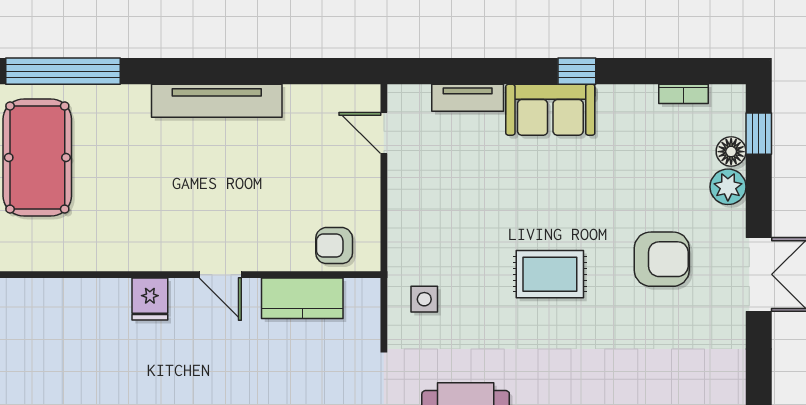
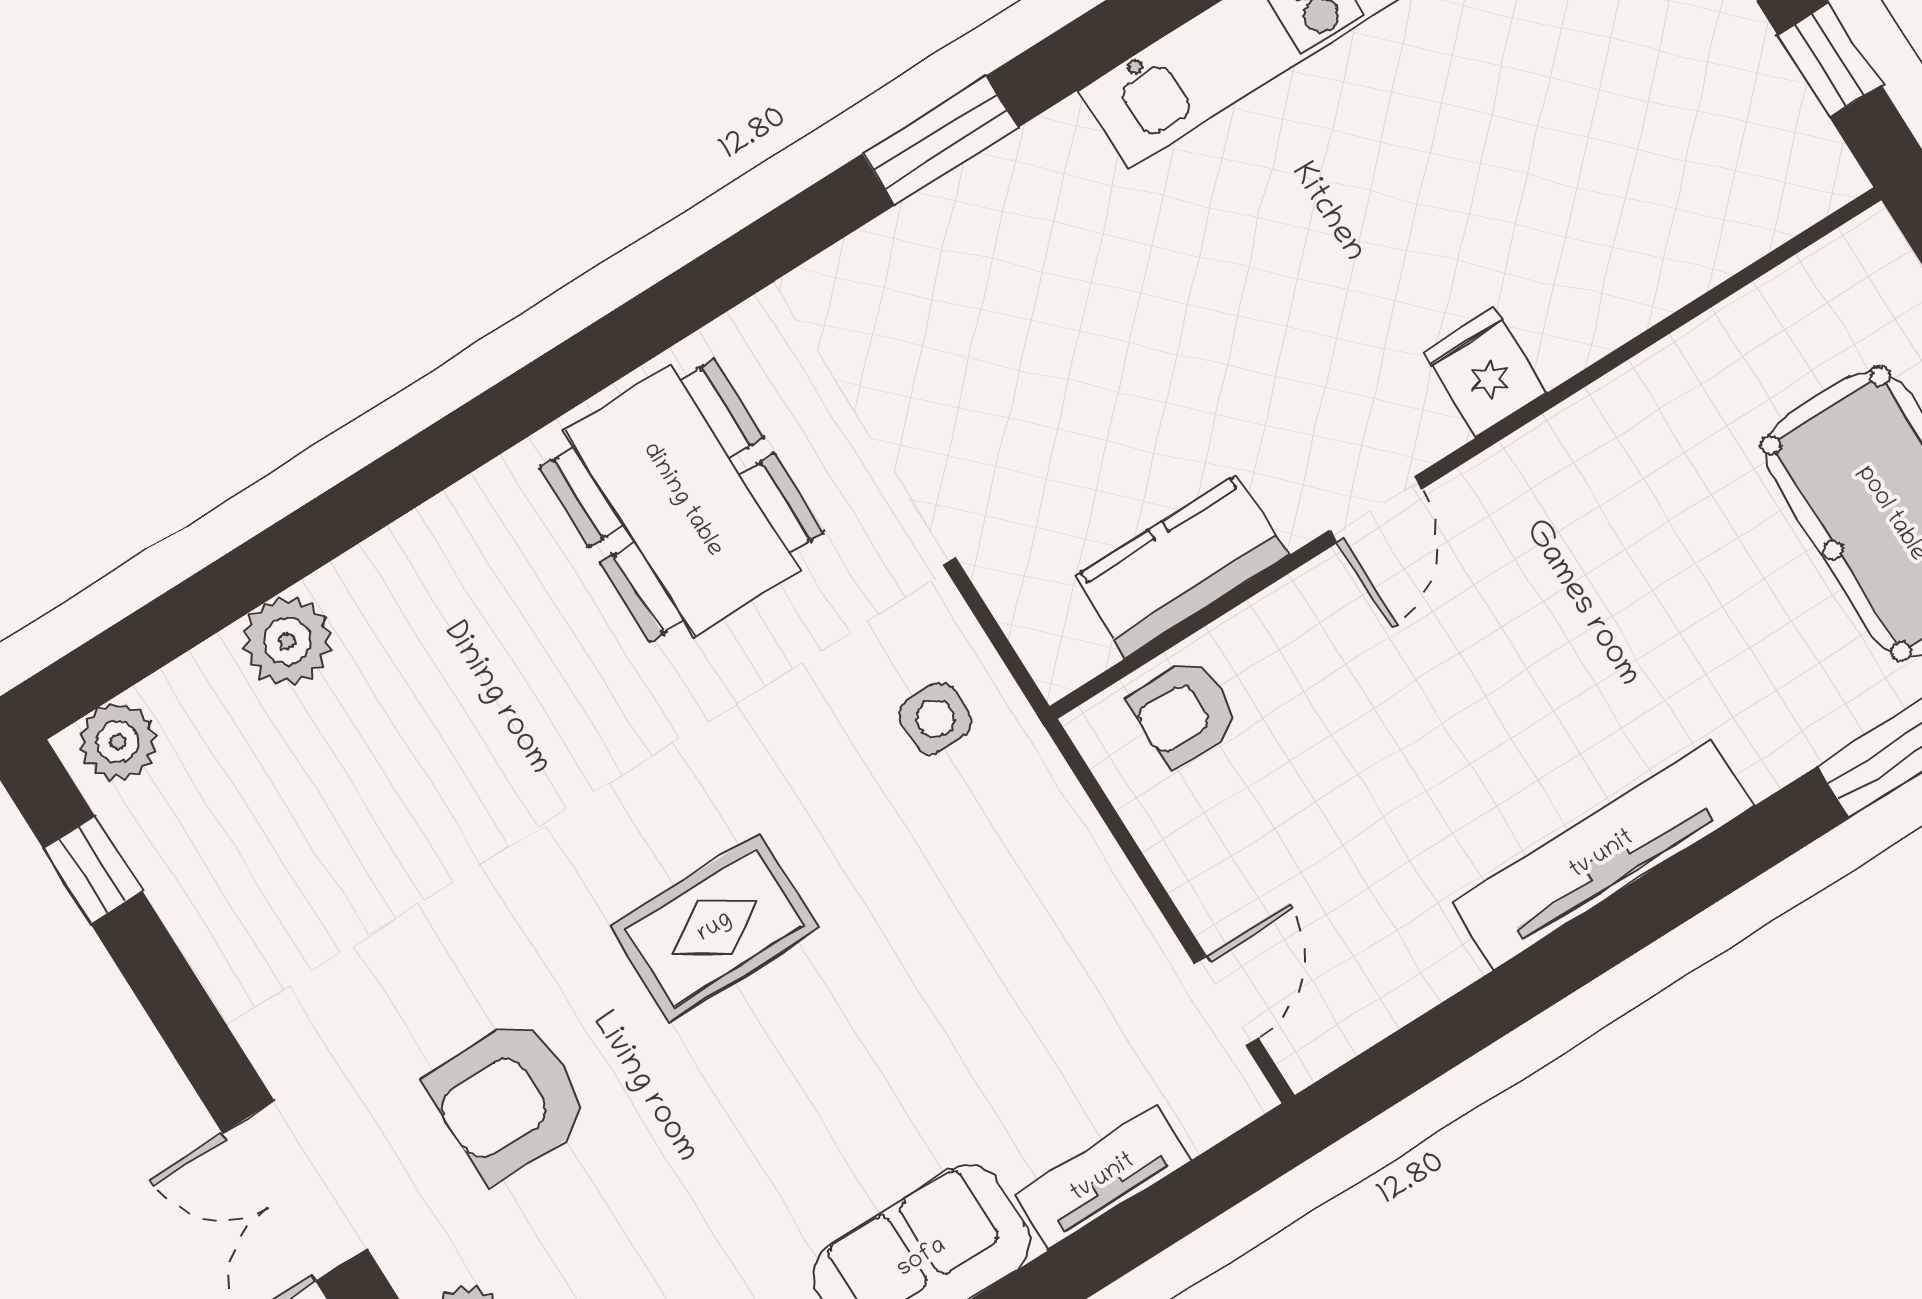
door: (384, 133) -> (1226, 1001), hinge flipped
armchair: (334, 246) -> (1184, 712), turned 180
door: (220, 275) -> (1376, 510), swing flipped

